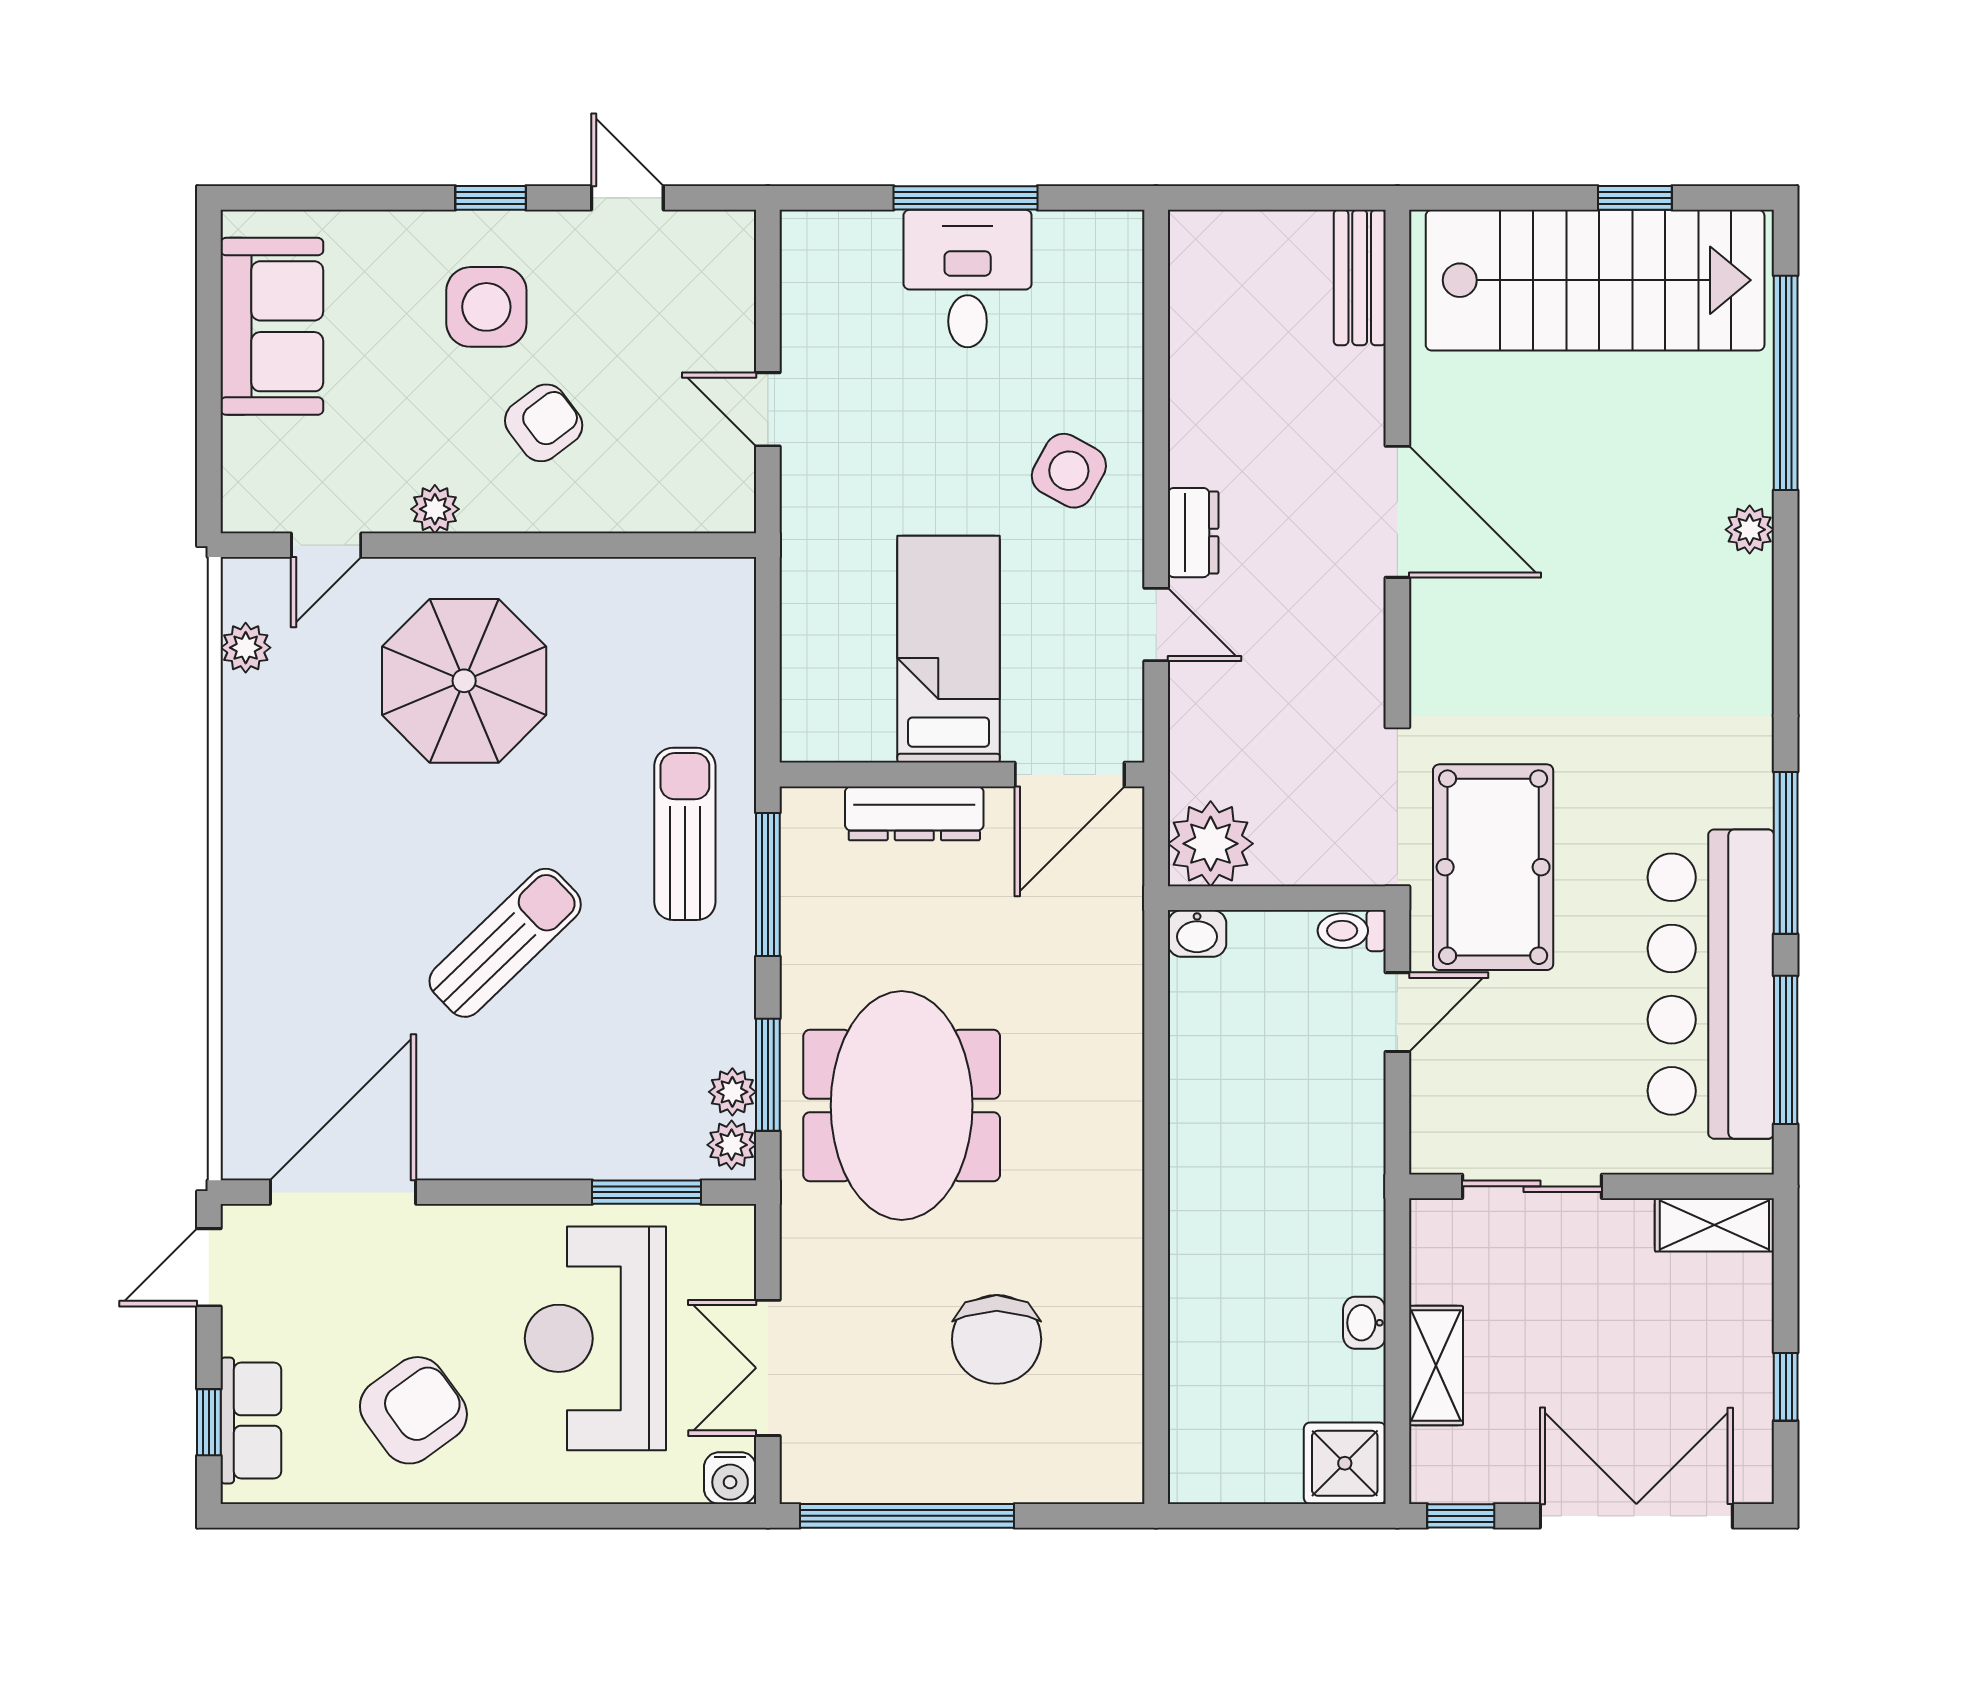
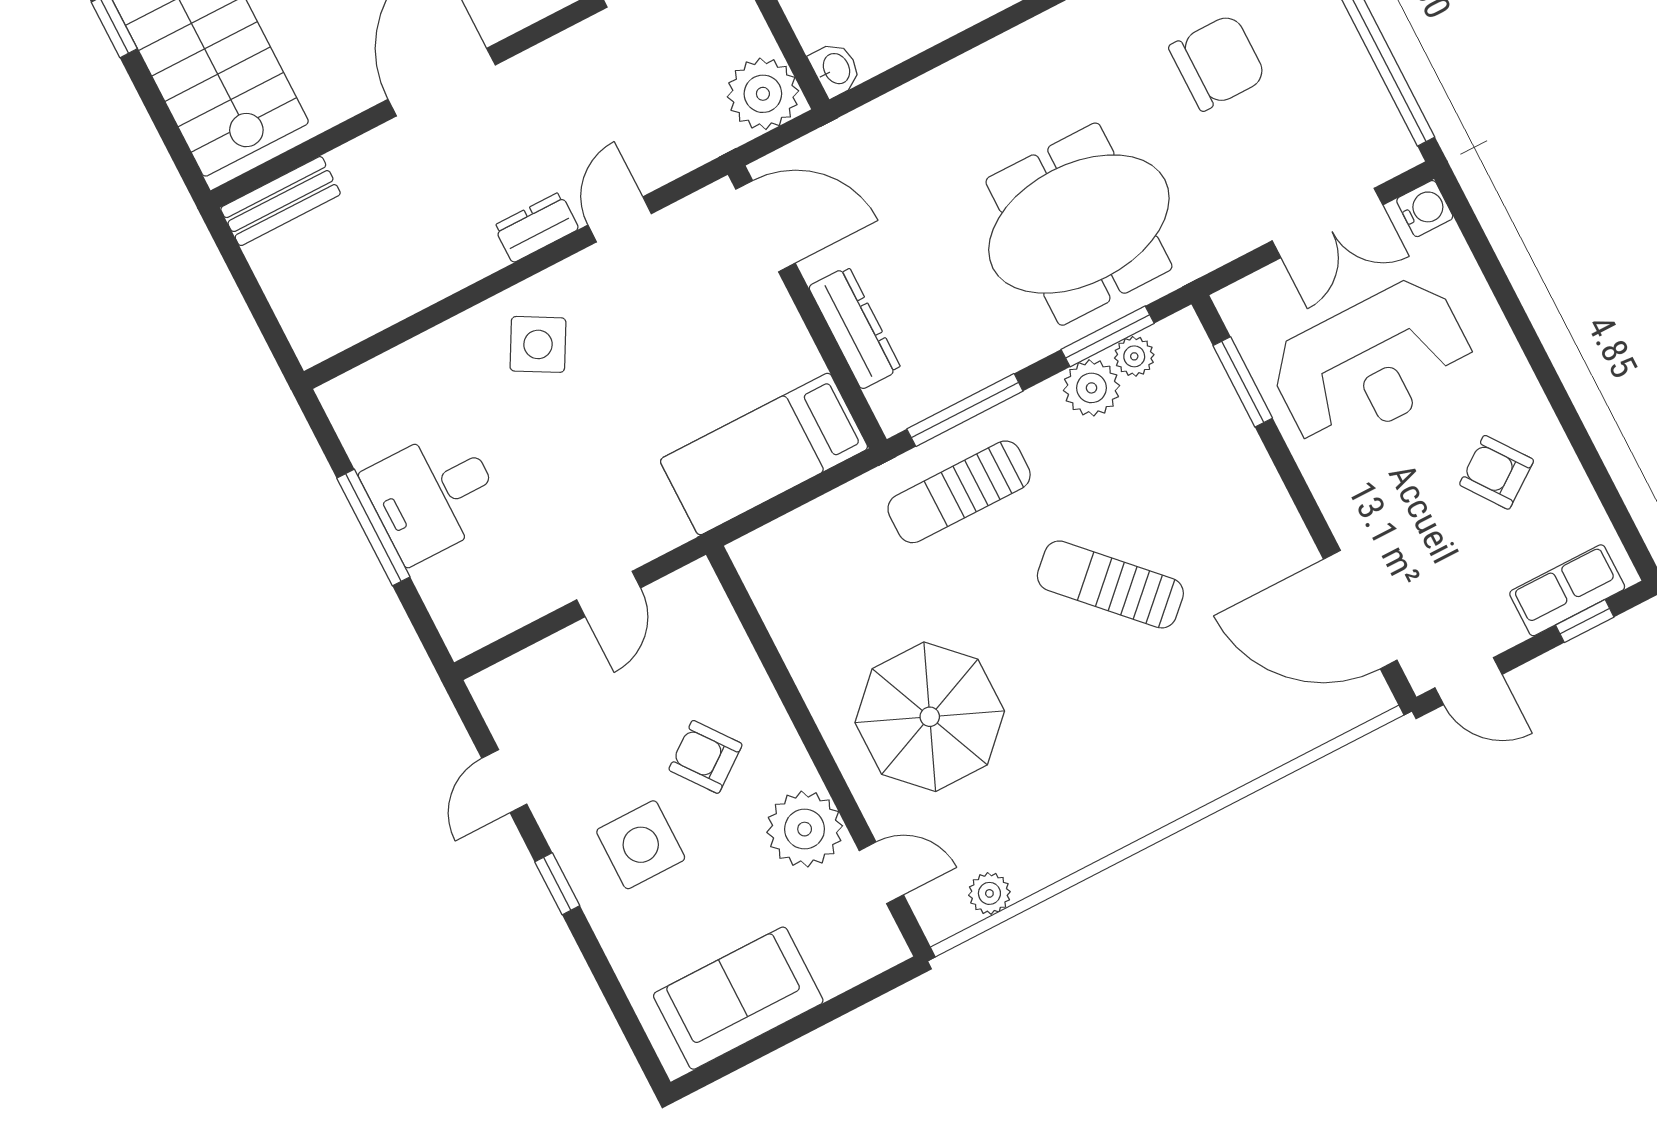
plant: (435, 509) -> (805, 829), width x1.88, depth x1.88
bed: (949, 649) -> (764, 454), moved
plant: (732, 1145) -> (1091, 388), moved, width x1.38, depth x1.38
armchair: (413, 1410) -> (1497, 472), width x0.72, depth x0.72

